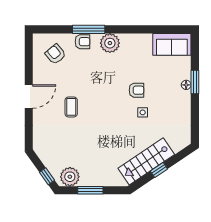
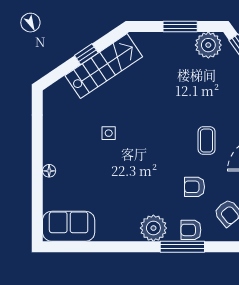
window: (195, 82) -> (37, 175), removed
armchair: (136, 90) -> (195, 187), moved

